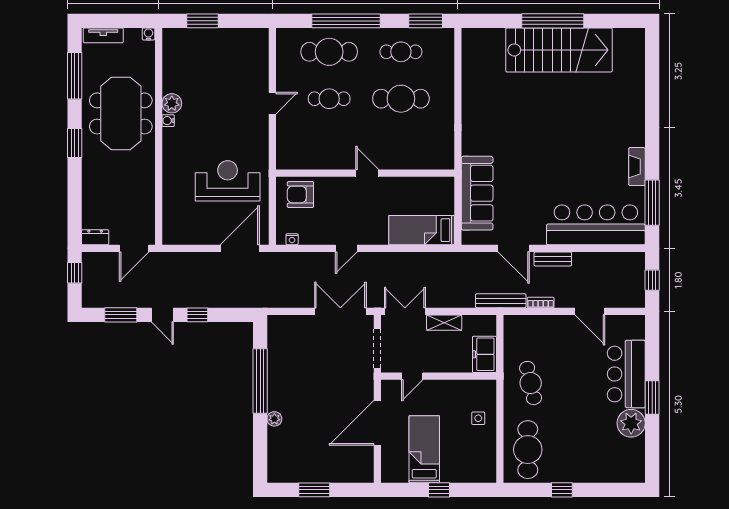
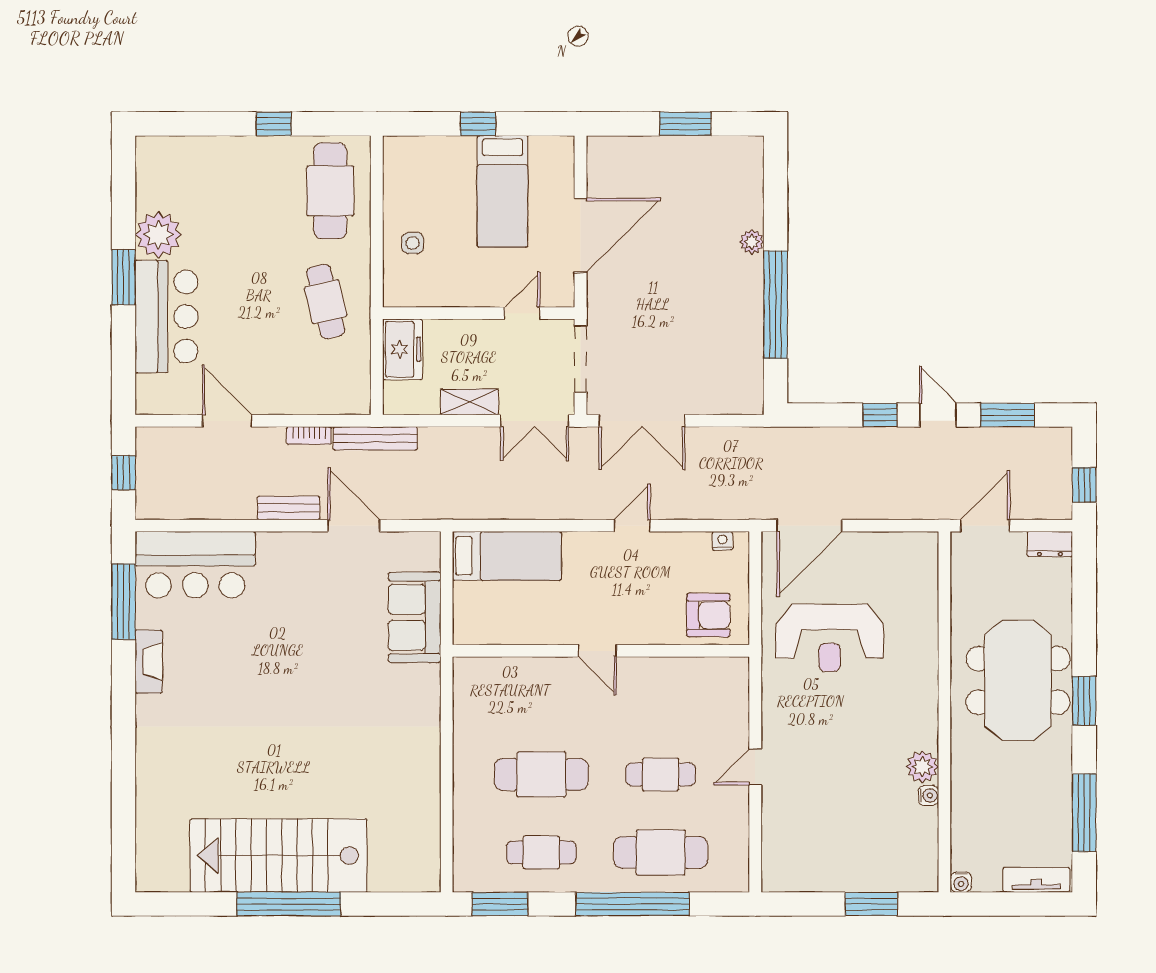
meeting table: (121, 113) -> (1018, 680), moved
water cooler: (168, 121) -> (928, 795), moved
sofa: (477, 193) -> (415, 617), width x0.73
bar counter: (596, 225) -> (195, 565), width x0.73

